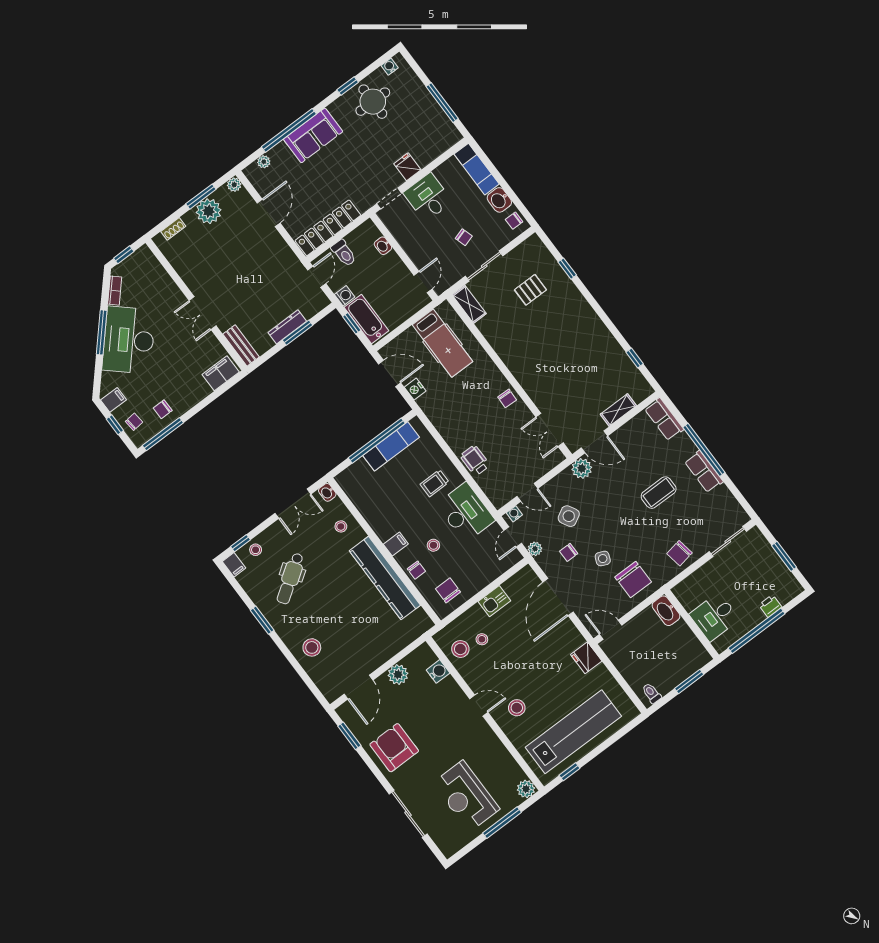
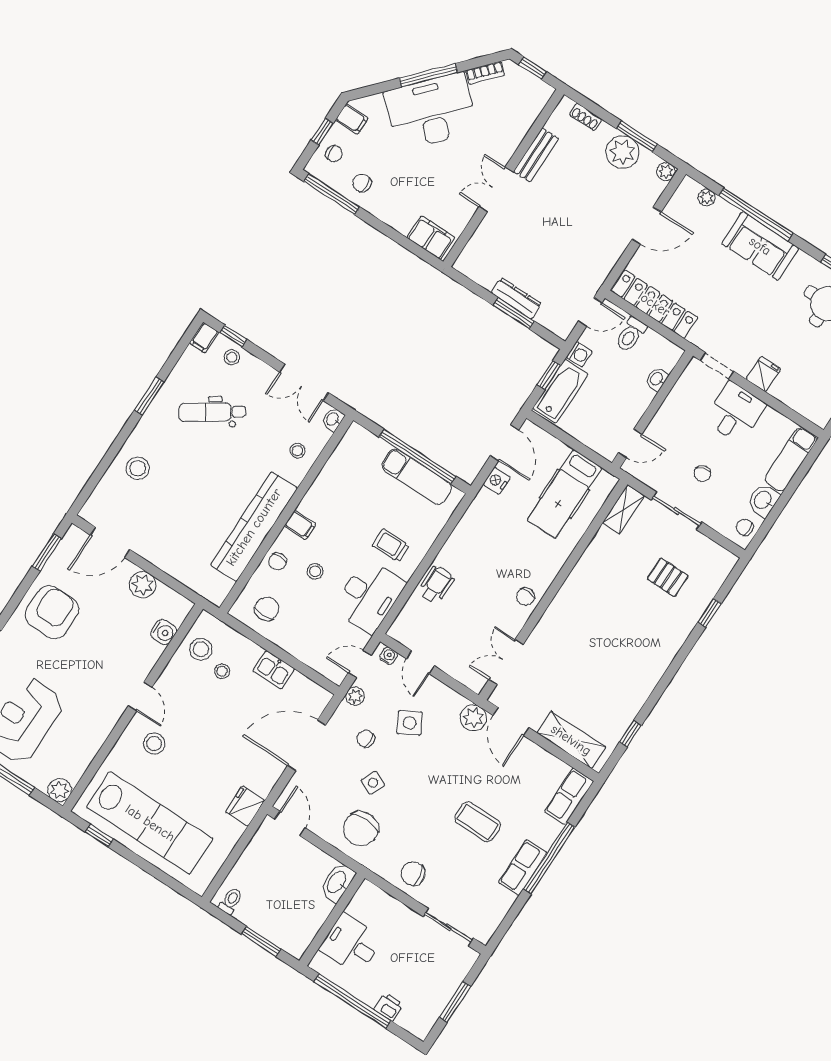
bench: (241, 345) -> (536, 155), moved
shelving: (618, 410) -> (571, 740), width x1.50, depth x1.33

